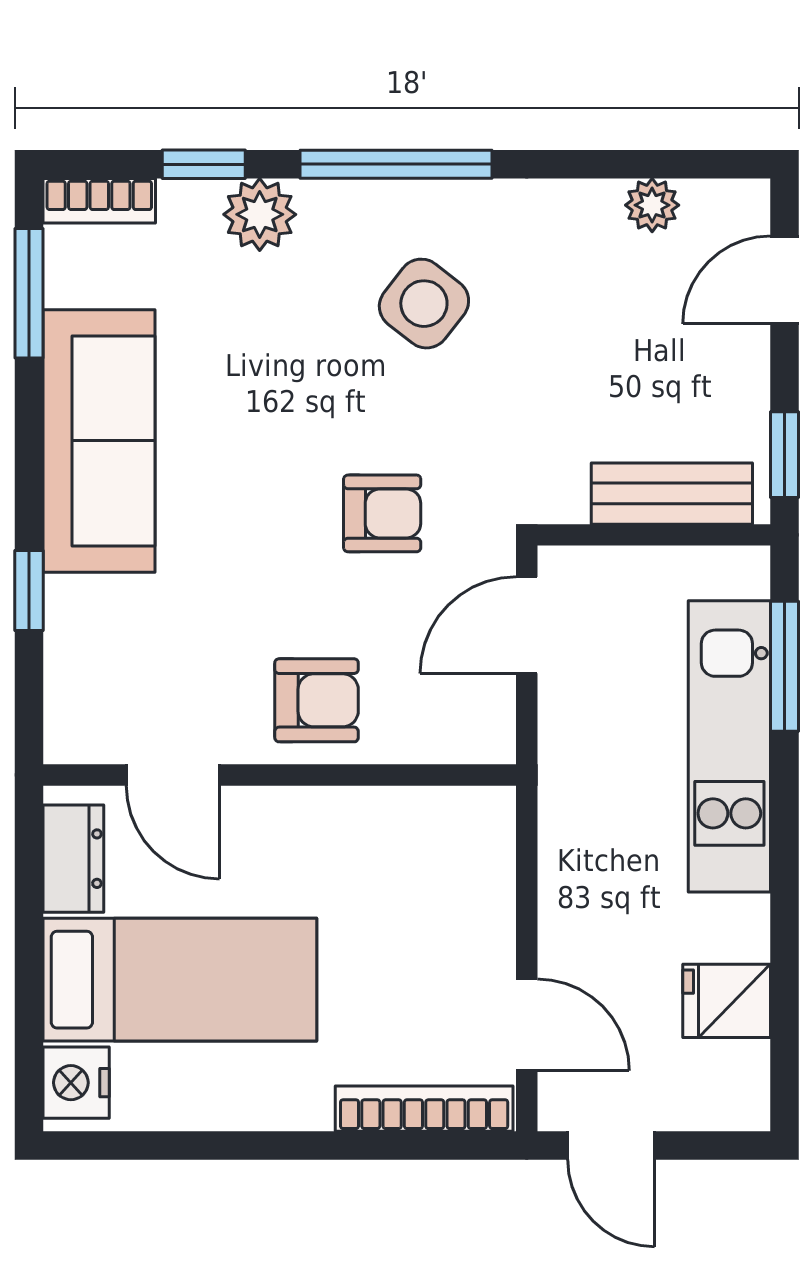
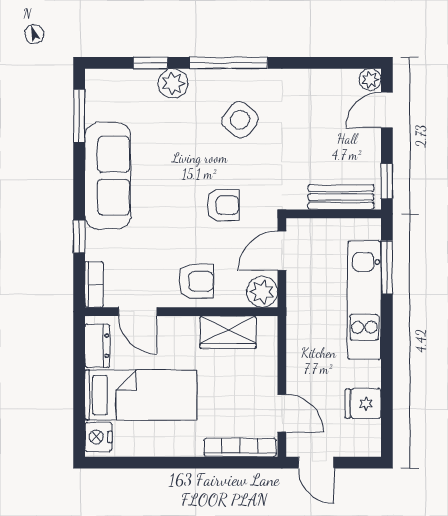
bookcase: (99, 201) -> (94, 284), moved, turned -90
plant: (652, 205) -> (370, 80), moved
plant: (478, 726) -> (262, 292), added
wardrobe: (395, 825) -> (228, 332), added

